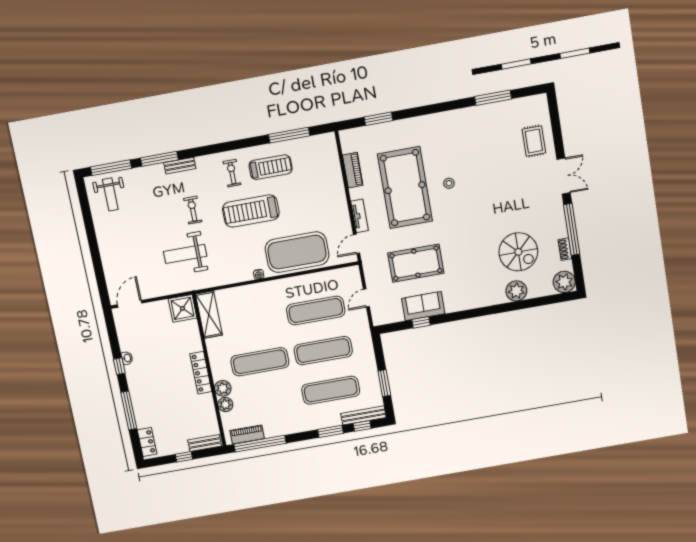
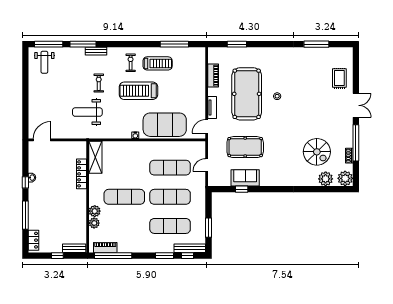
plant: (516, 291) -> (326, 179), moved
shower: (183, 308) -> (78, 150), removed
locker: (201, 373) -> (82, 174), moved

